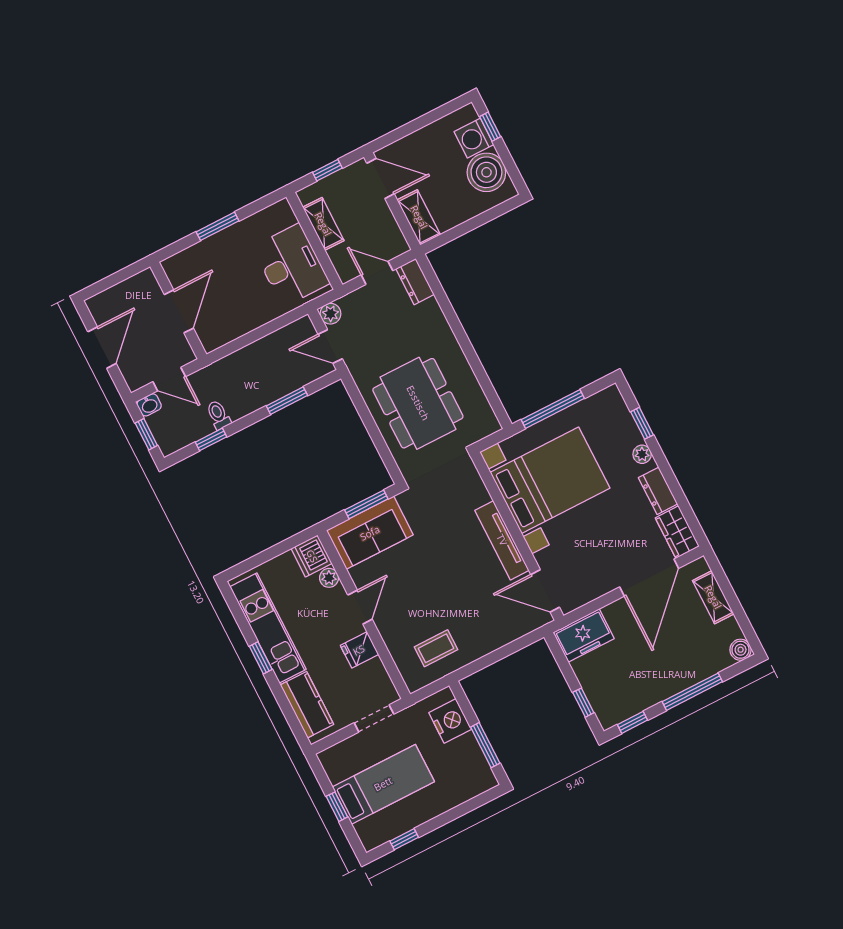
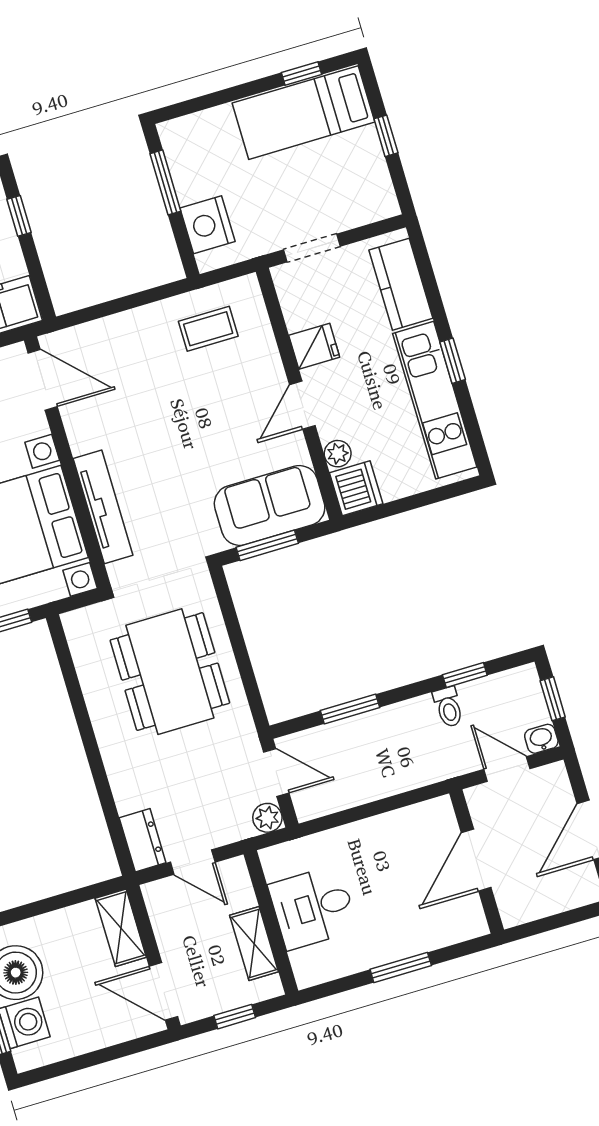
desk: (291, 265) -> (313, 907), width x0.73
tv unit: (502, 540) -> (103, 507), moved
bed: (383, 784) -> (303, 113), moved

